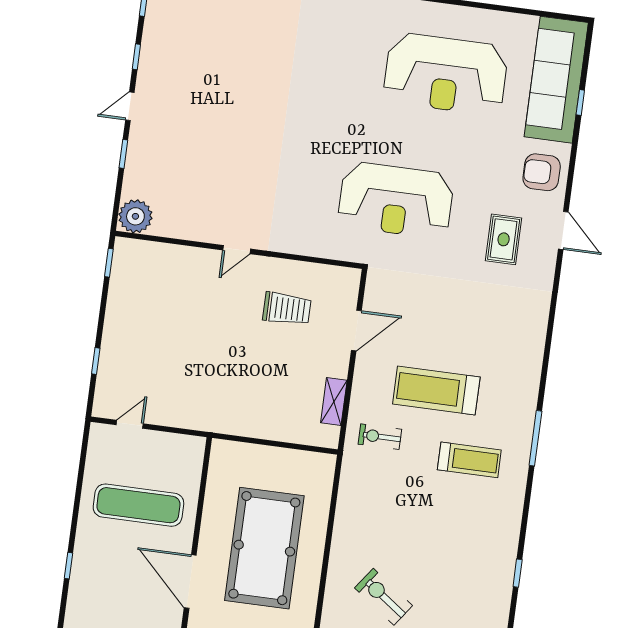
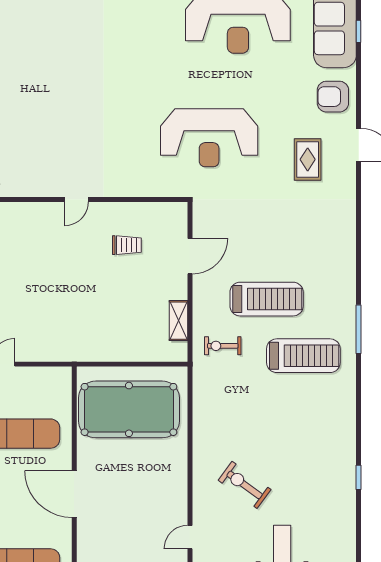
trolley: (287, 309) -> (127, 245), width x0.73, depth x0.72
treadmill: (436, 390) -> (267, 299), turned 180
treadmill: (469, 460) -> (303, 356), width x1.37, depth x1.38
pool table: (264, 548) -> (129, 409), moved, turned 90
window: (518, 573) -> (359, 477), moved

